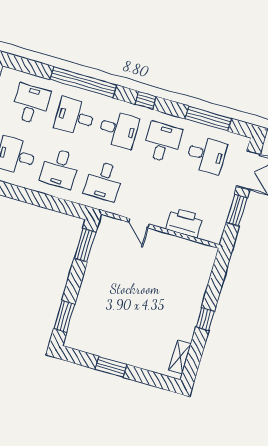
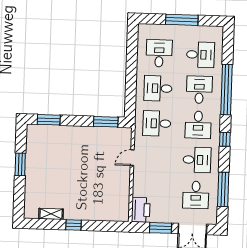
printer: (184, 223) -> (141, 210), moved
shelving: (180, 357) -> (51, 214), moved

